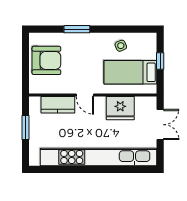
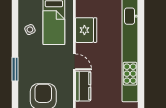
door: (85, 95) -> (74, 62), hinge flipped

